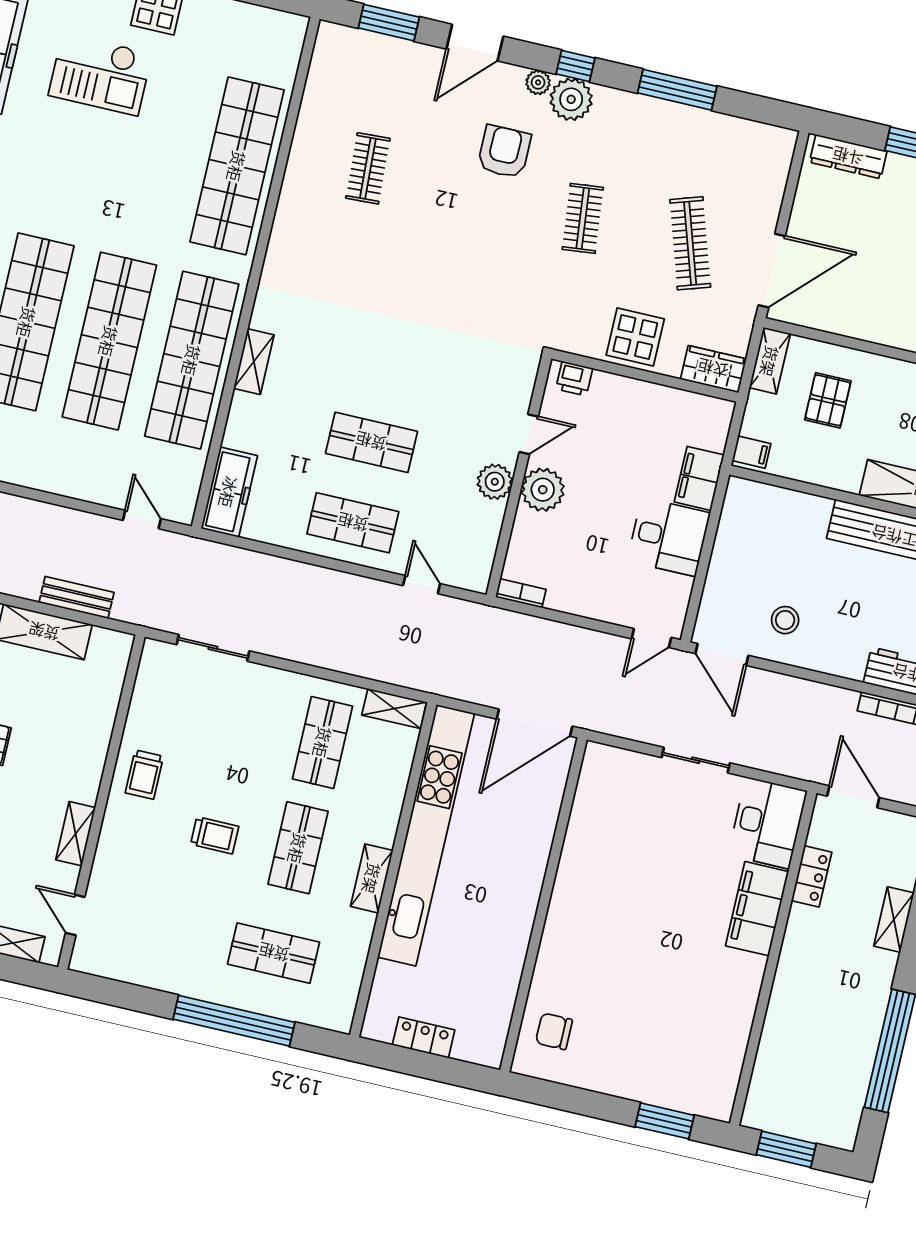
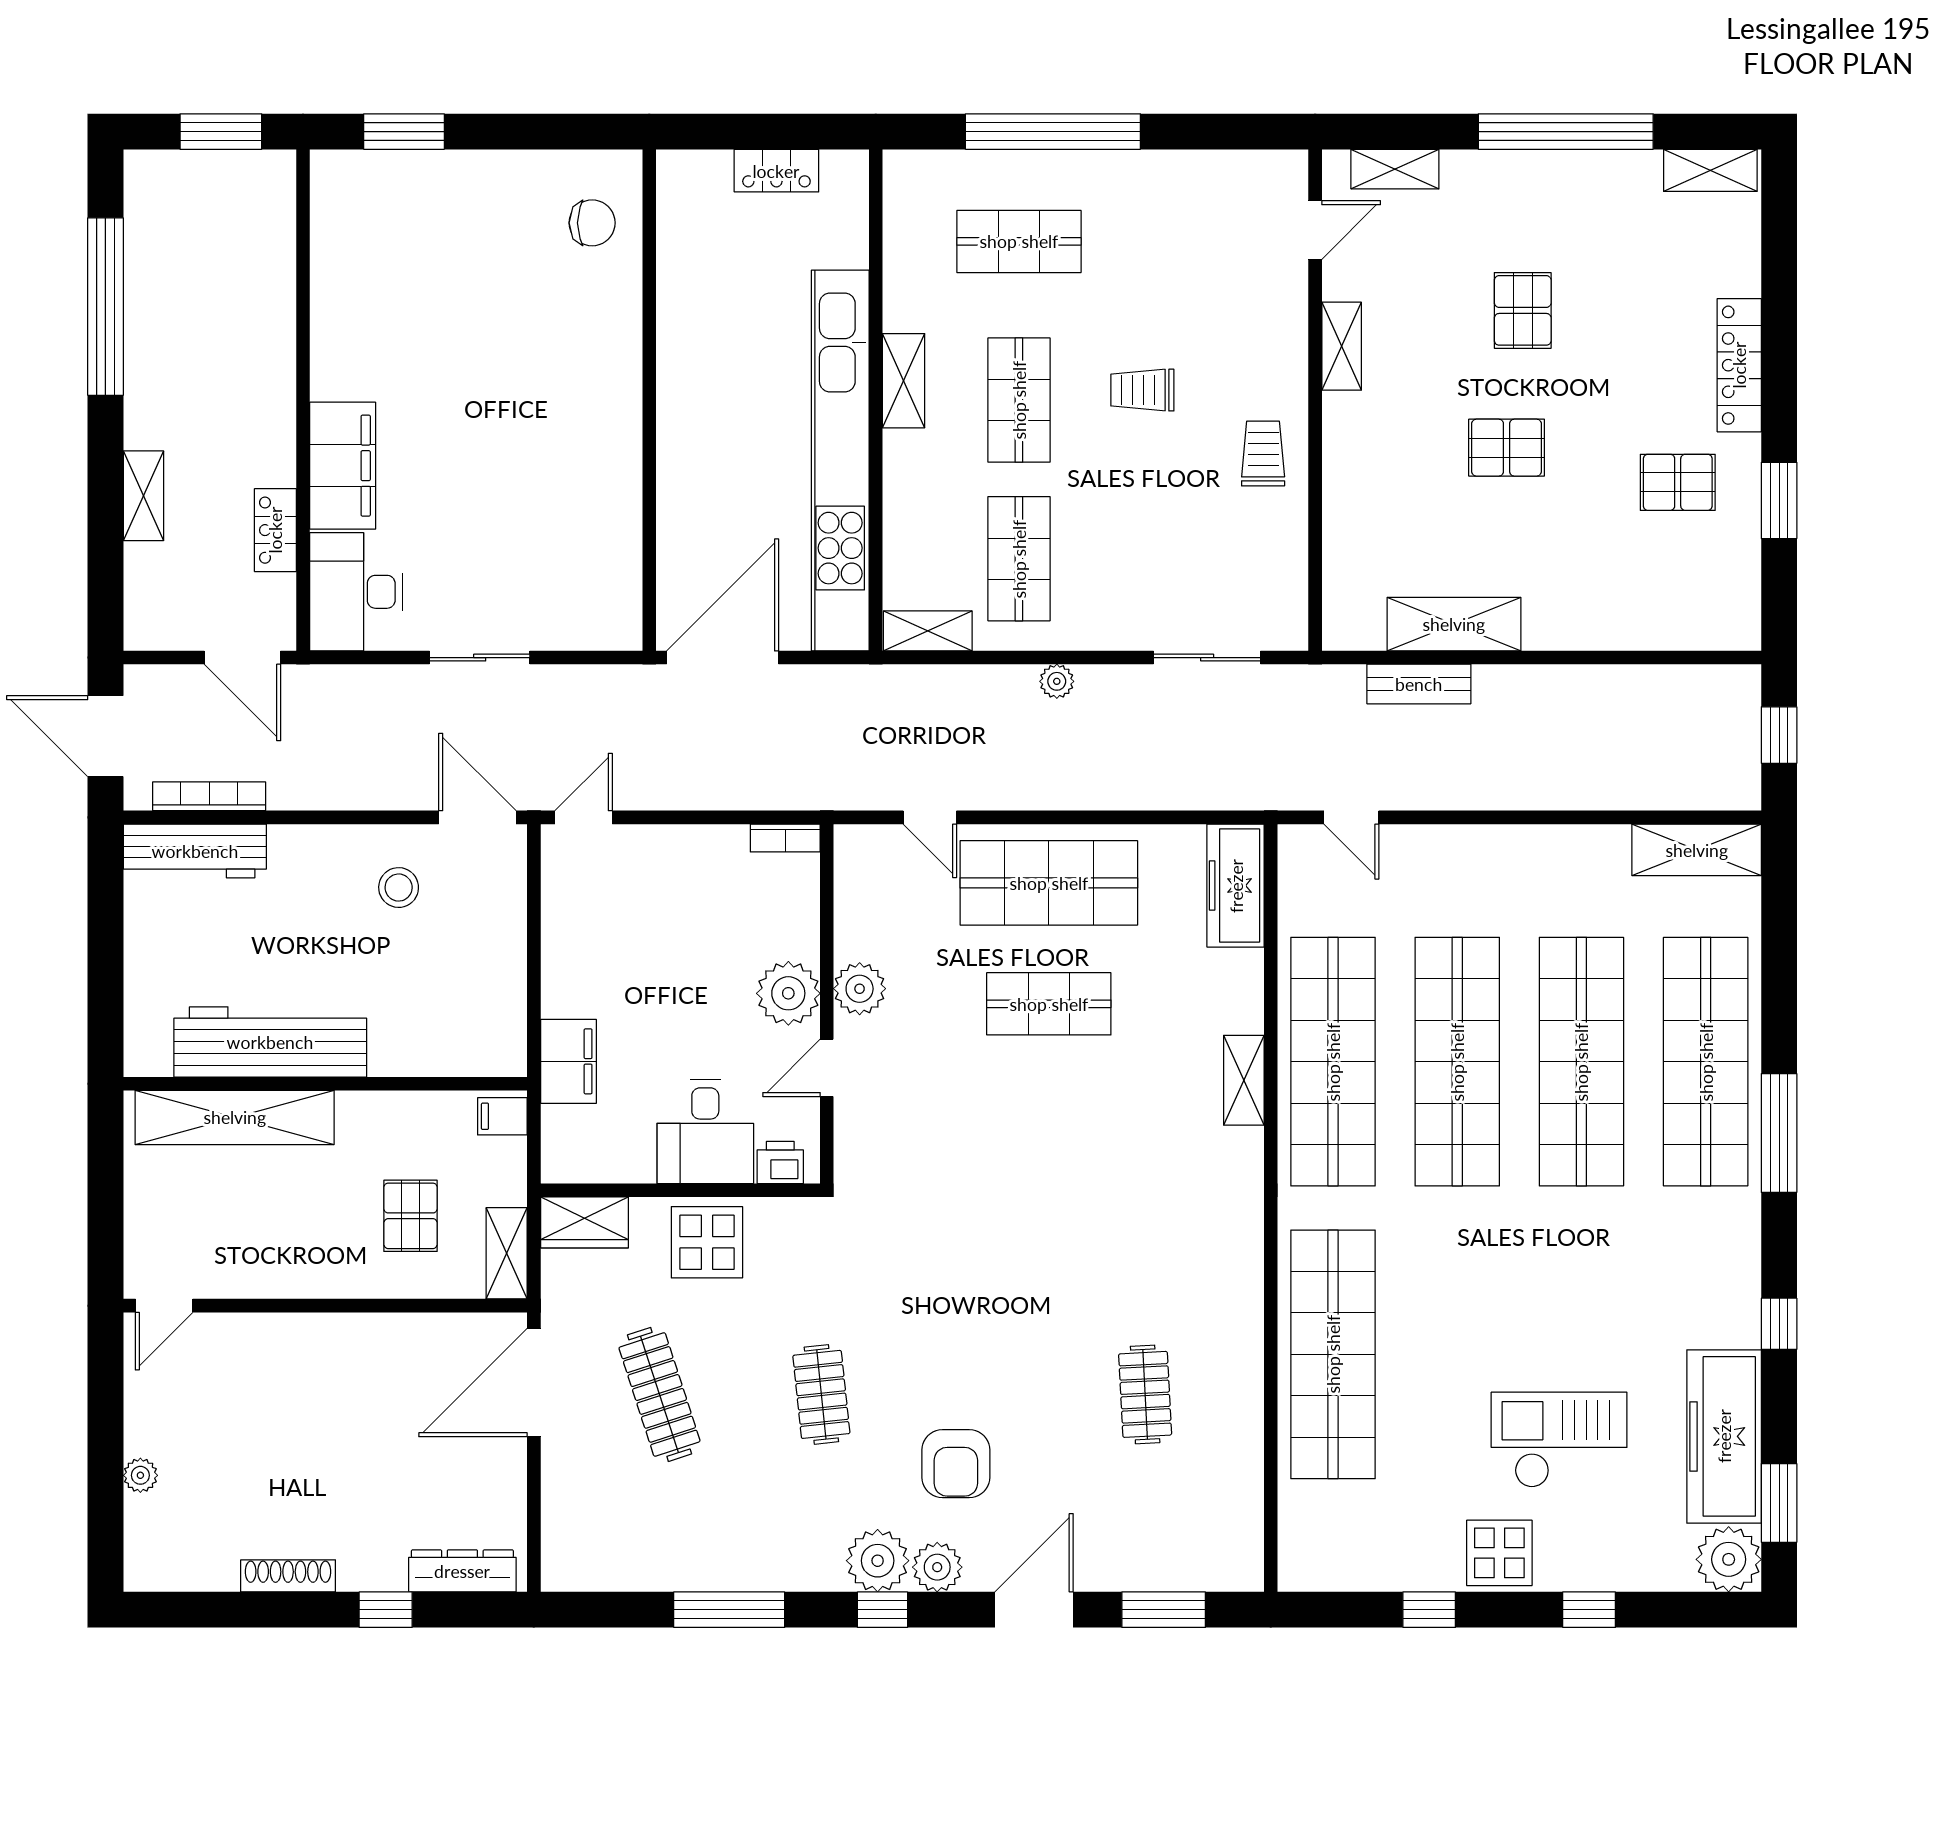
plant: (538, 82) -> (937, 1567), width x1.38, depth x1.38
shop shelf: (353, 523) -> (1049, 883), width x1.43, depth x1.36
desk: (669, 537) -> (705, 1132), moved, turned -90
plant: (316, 655) -> (1057, 681), added
door: (75, 915) -> (1315, 230), hinge flipped

